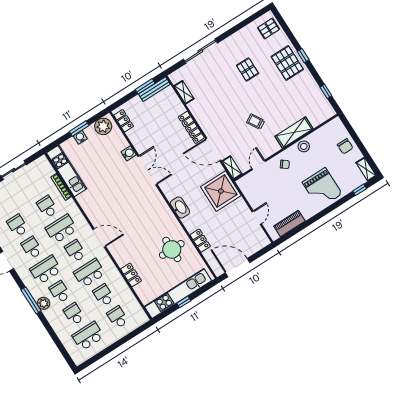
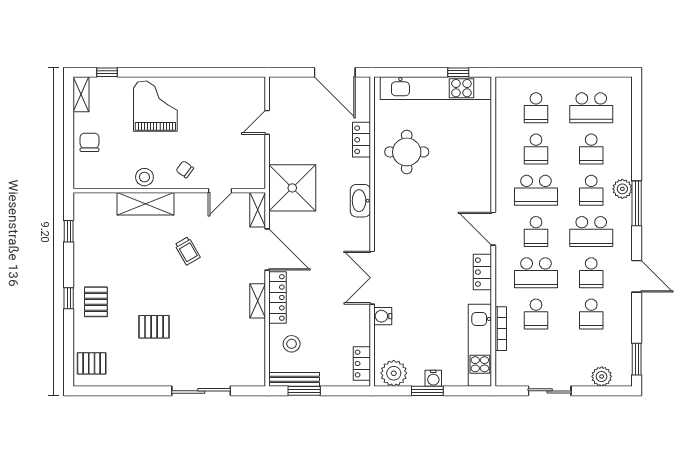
pallet: (287, 63) -> (96, 302), width x0.67, depth x0.71
pallet: (248, 69) -> (154, 327), turned 90
shelving: (184, 92) -> (258, 301), moved
stool: (168, 107) -> (292, 344), added
piano: (289, 223) -> (229, 87), removed
locker: (131, 275) -> (482, 272), moved
window: (184, 302) -> (458, 72), moved

